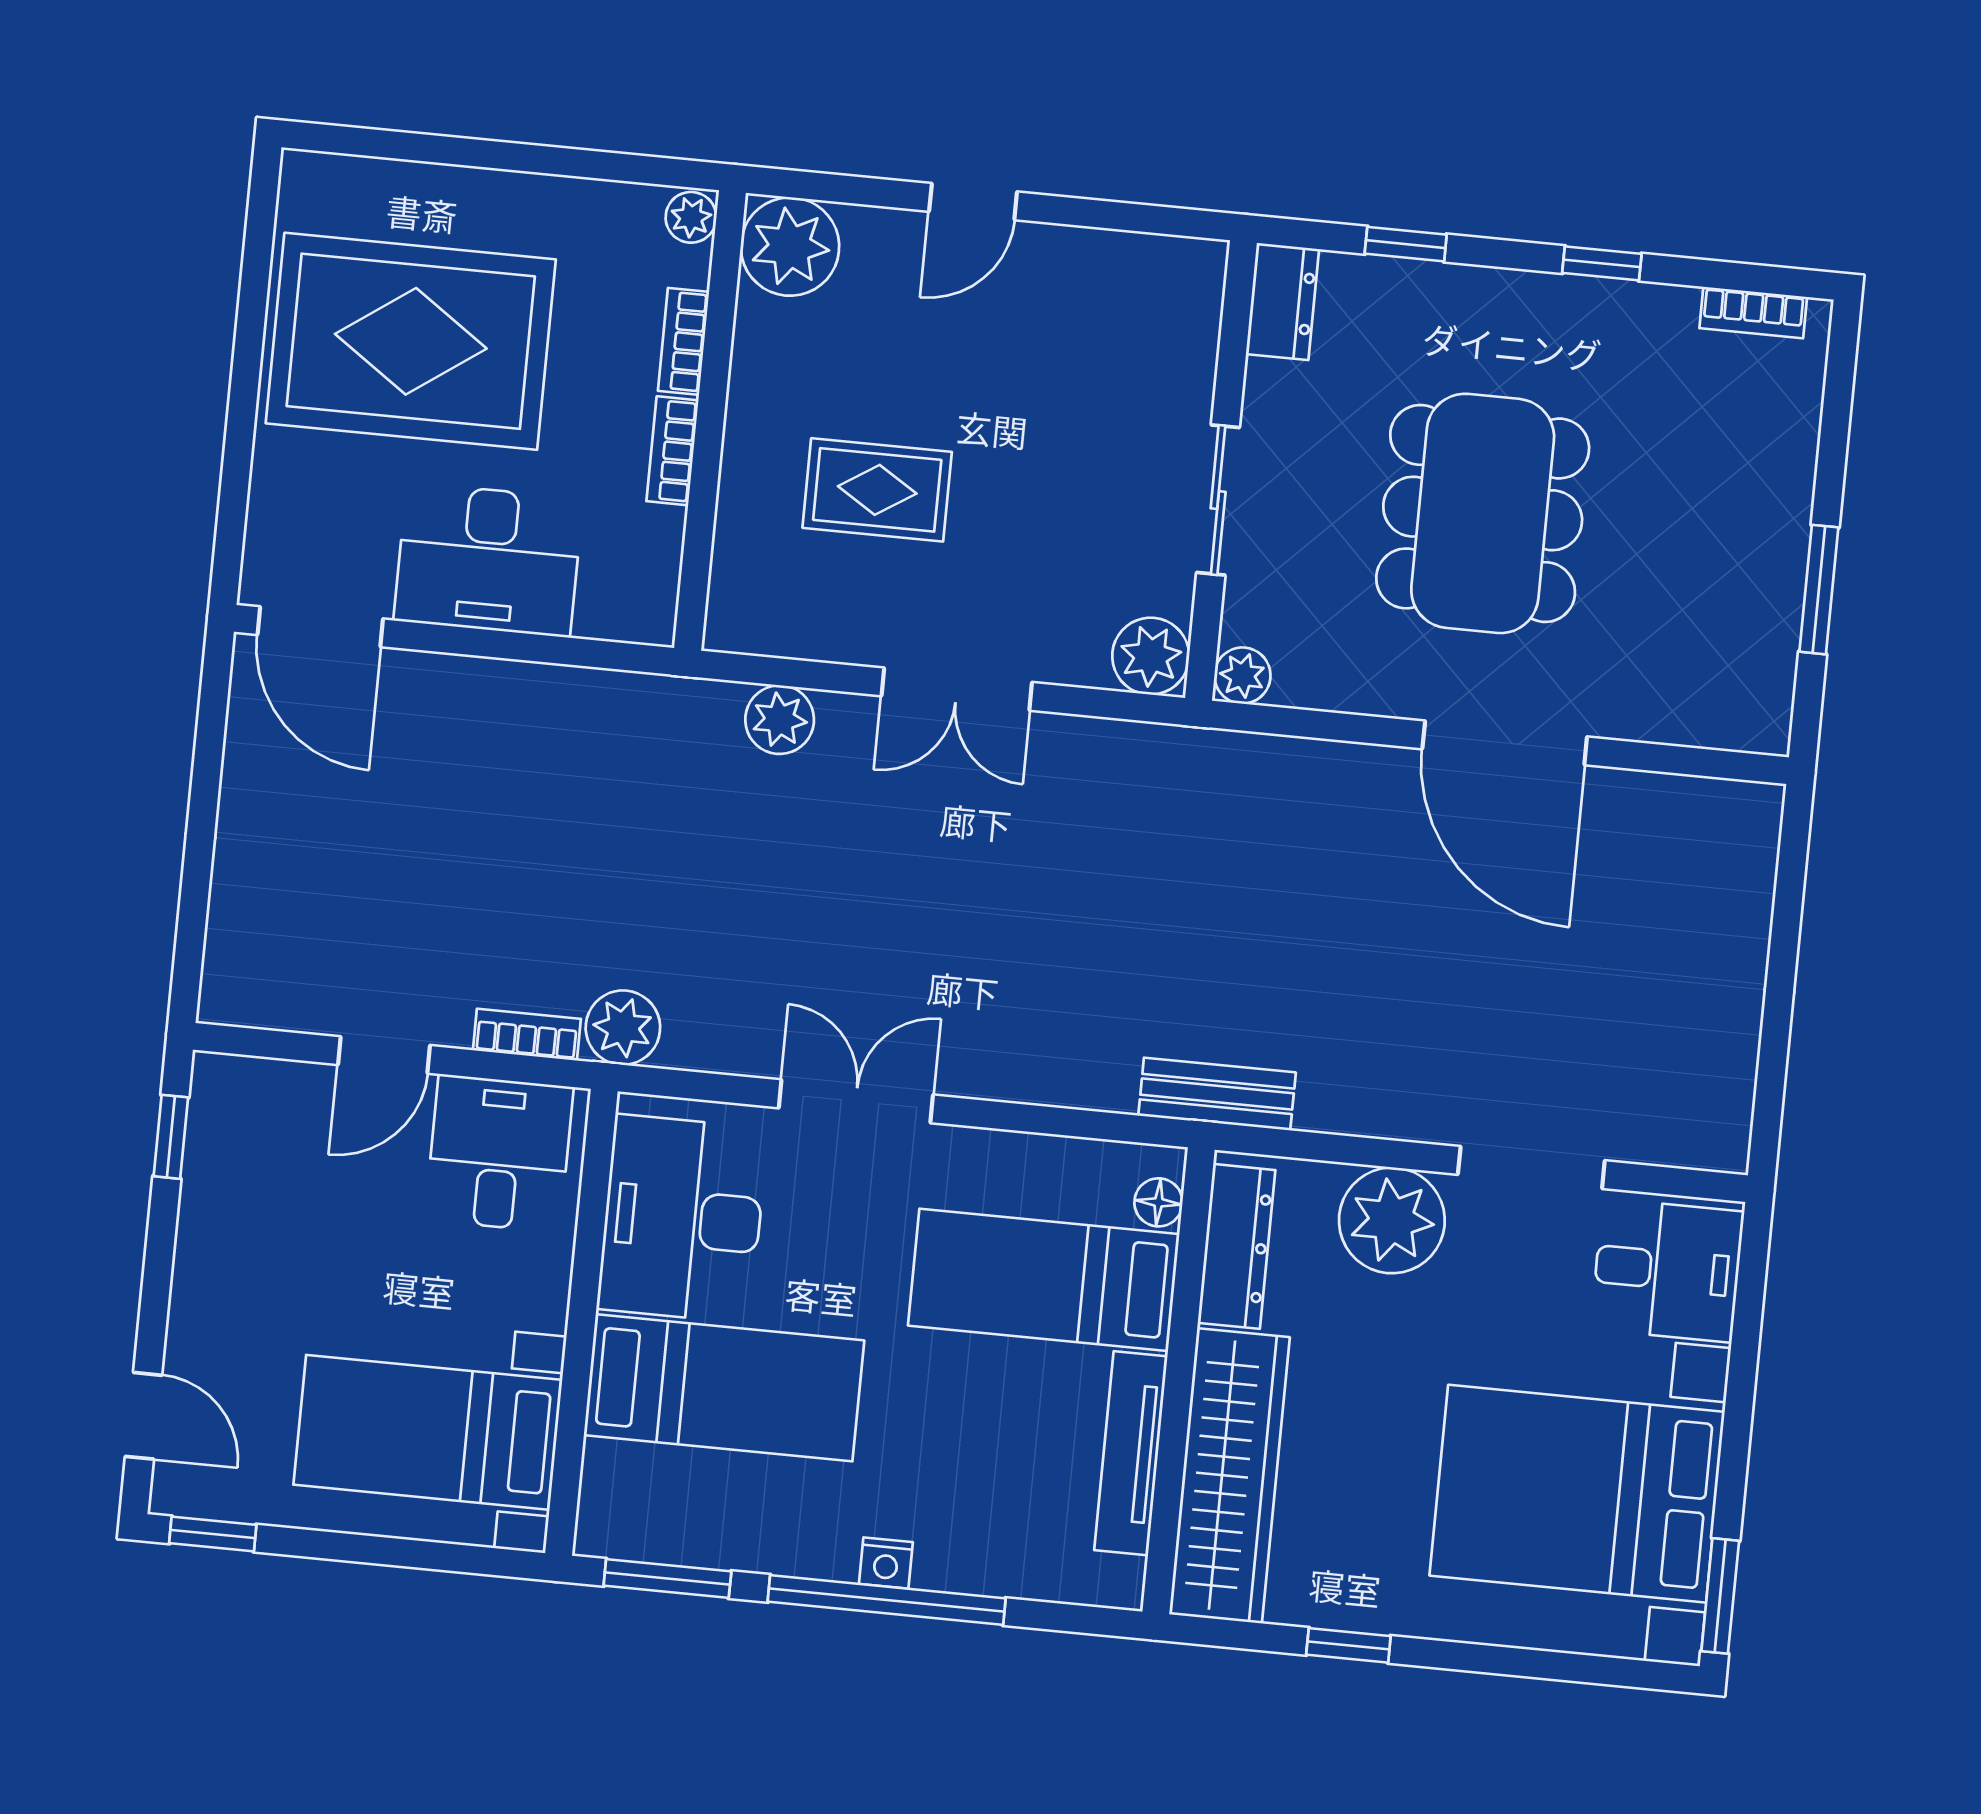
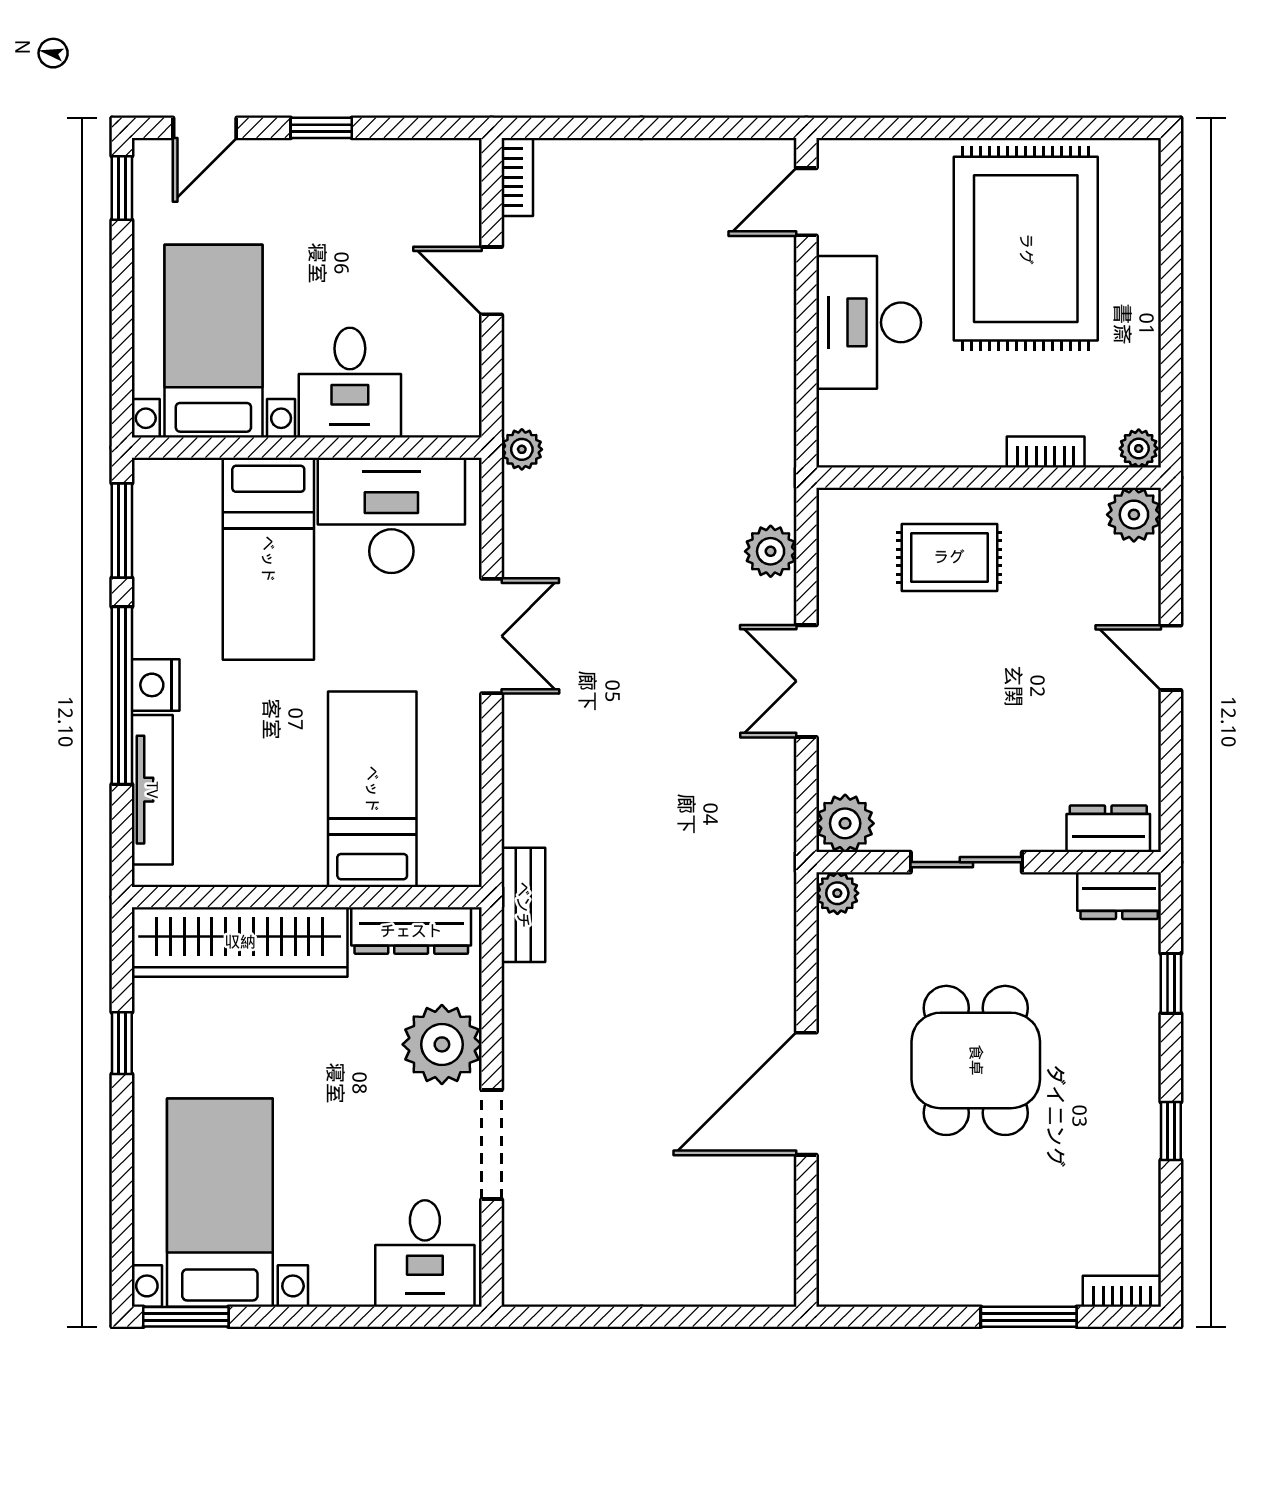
plant: (790, 247) -> (1134, 515), width x0.73, depth x0.73
dresser: (1192, 307) -> (1108, 829), added
bookcase: (1753, 313) -> (1122, 1291), moved, turned 90
bookcase: (672, 451) -> (963, 452), removed
rug: (877, 490) -> (949, 557), moved, turned 90
dining table: (1483, 513) -> (976, 1060), width x0.73
window: (1819, 590) -> (1029, 1317), moved
door: (320, 627) -> (806, 202), width x0.73
plant: (623, 1028) -> (522, 449), width x0.73, depth x0.73
bookcase: (527, 1035) -> (517, 177), moved
window: (171, 1137) -> (321, 128), moved
desk: (499, 1153) -> (350, 383), moved, turned 90
floor lamp: (1158, 1202) -> (438, 869), removed
tv unit: (1131, 1453) -> (152, 790), moved, turned 90
bed with nightstands: (1577, 1494) -> (220, 1203), width x0.73
nightstand: (886, 1563) -> (156, 685), width x1.39, depth x1.35

